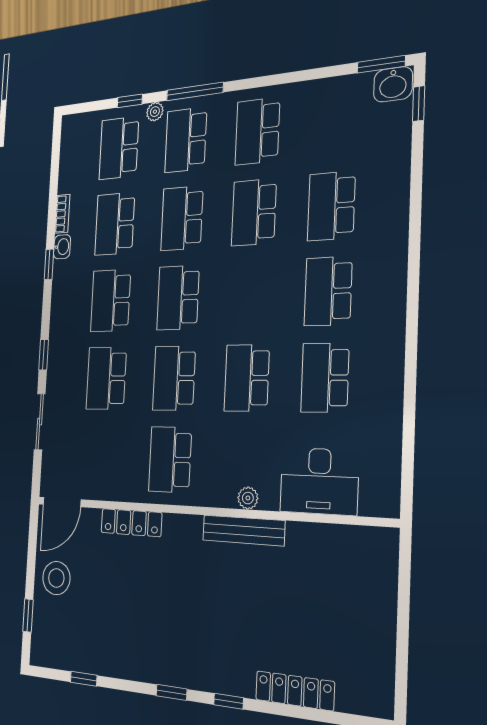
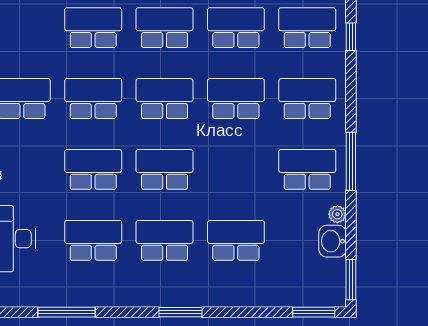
washbasin: (393, 84) -> (333, 241), moved
window: (195, 91) -> (351, 161), moved
window: (419, 104) -> (314, 312), width x1.50
plant: (155, 112) -> (337, 214), moved
school desk: (254, 212) -> (165, 169), moved
window: (414, 268) -> (180, 312), added
window: (409, 411) -> (67, 312), added

